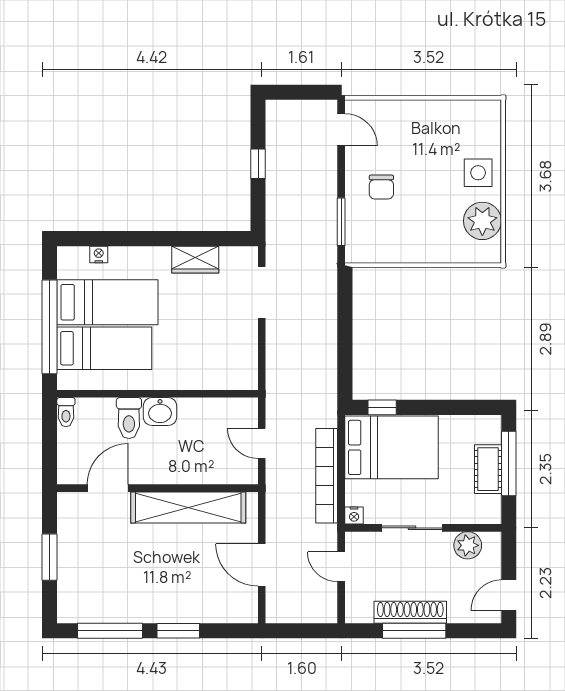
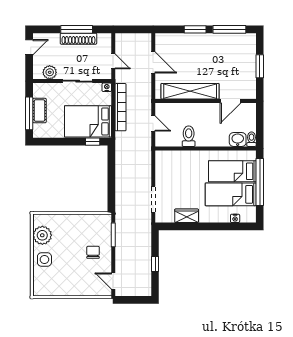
washbasin: (160, 411) -> (238, 140), moved
toilet: (129, 418) -> (189, 136), moved

